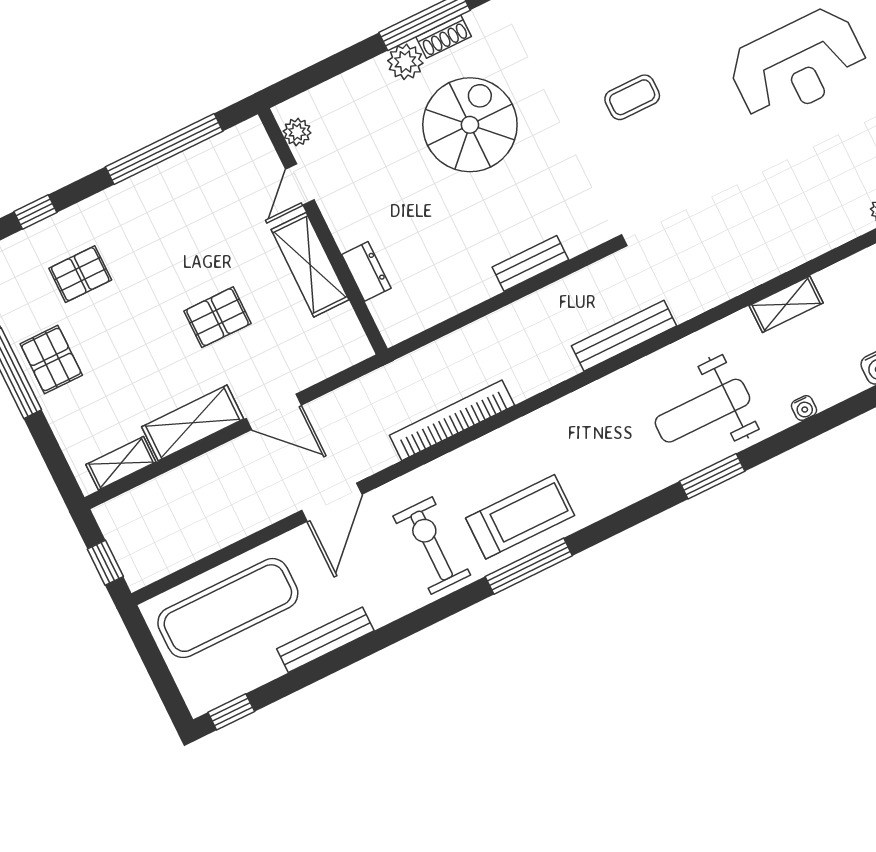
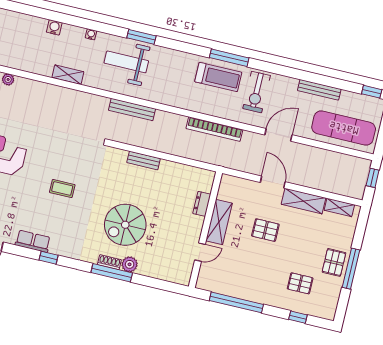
plant: (297, 132) -> (186, 271), removed
weight bench: (702, 411) -> (126, 62), turned 180
treadmill: (520, 517) -> (218, 77), turned 180

